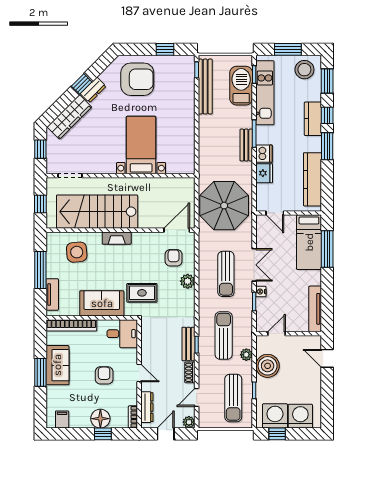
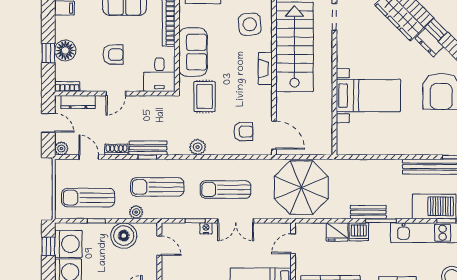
plant: (188, 281) -> (198, 147), moved
sun lounger: (224, 336) -> (157, 187), turned 180

